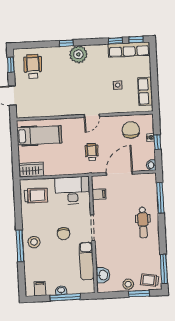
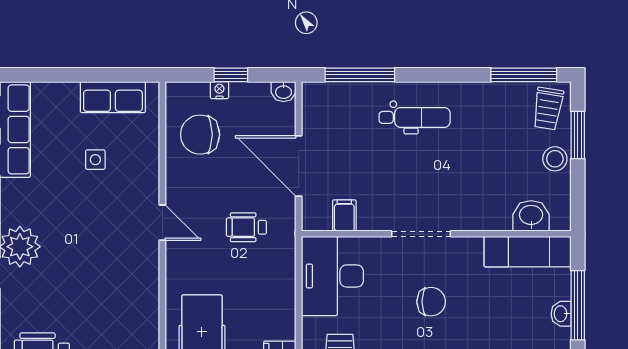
exam couch: (87, 261) -> (528, 252), moved

